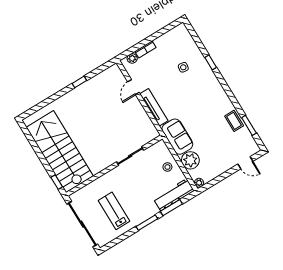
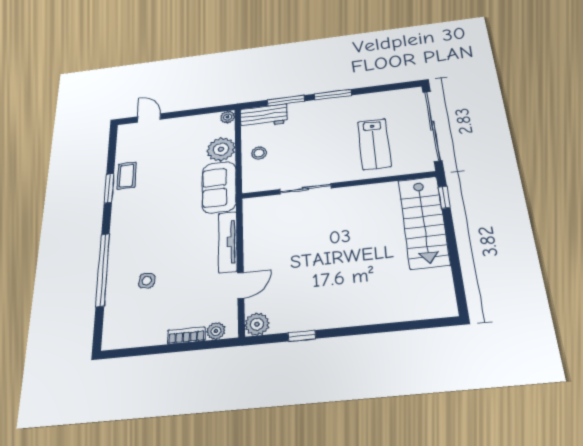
window: (211, 62) -> (103, 269), width x3.17
plant: (114, 71) -> (257, 324), added
window: (79, 82) -> (302, 336), moved
window: (249, 125) -> (109, 188), moved
stairs: (60, 152) -> (424, 222), width x0.73, depth x0.66
workbench: (174, 195) -> (264, 116), width x0.73
lab bench: (114, 211) -> (374, 144), moved

